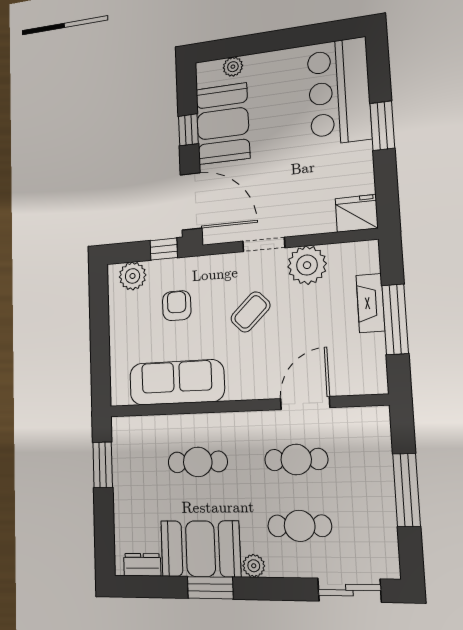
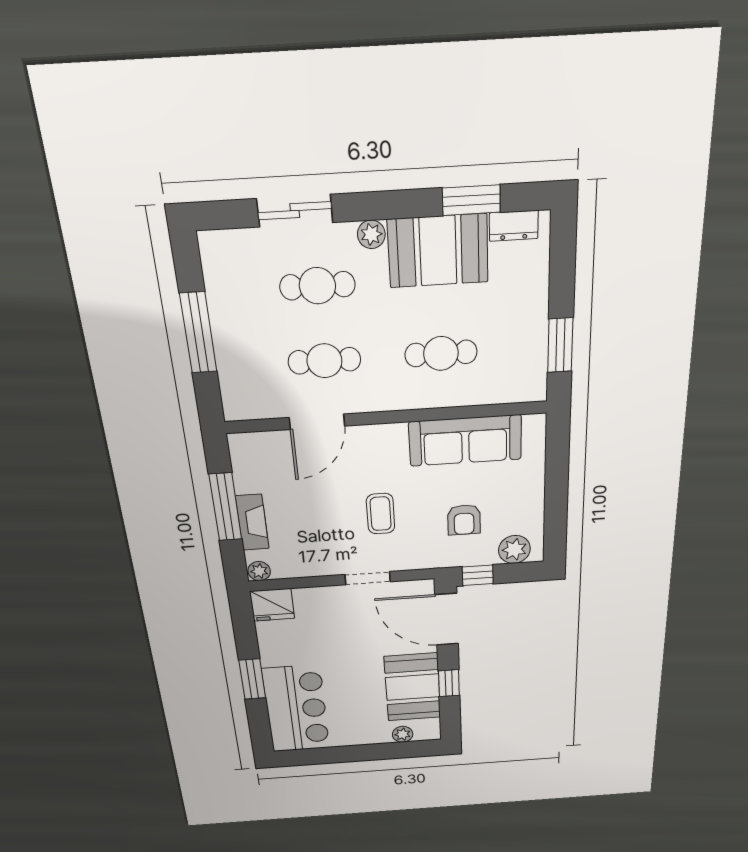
plant: (307, 265) -> (259, 571), moved, width x0.53, depth x0.53
coffee table: (251, 312) -> (381, 514), turned -46
window: (210, 588) -> (471, 200), moved
sliding door: (349, 590) -> (295, 211), moved

